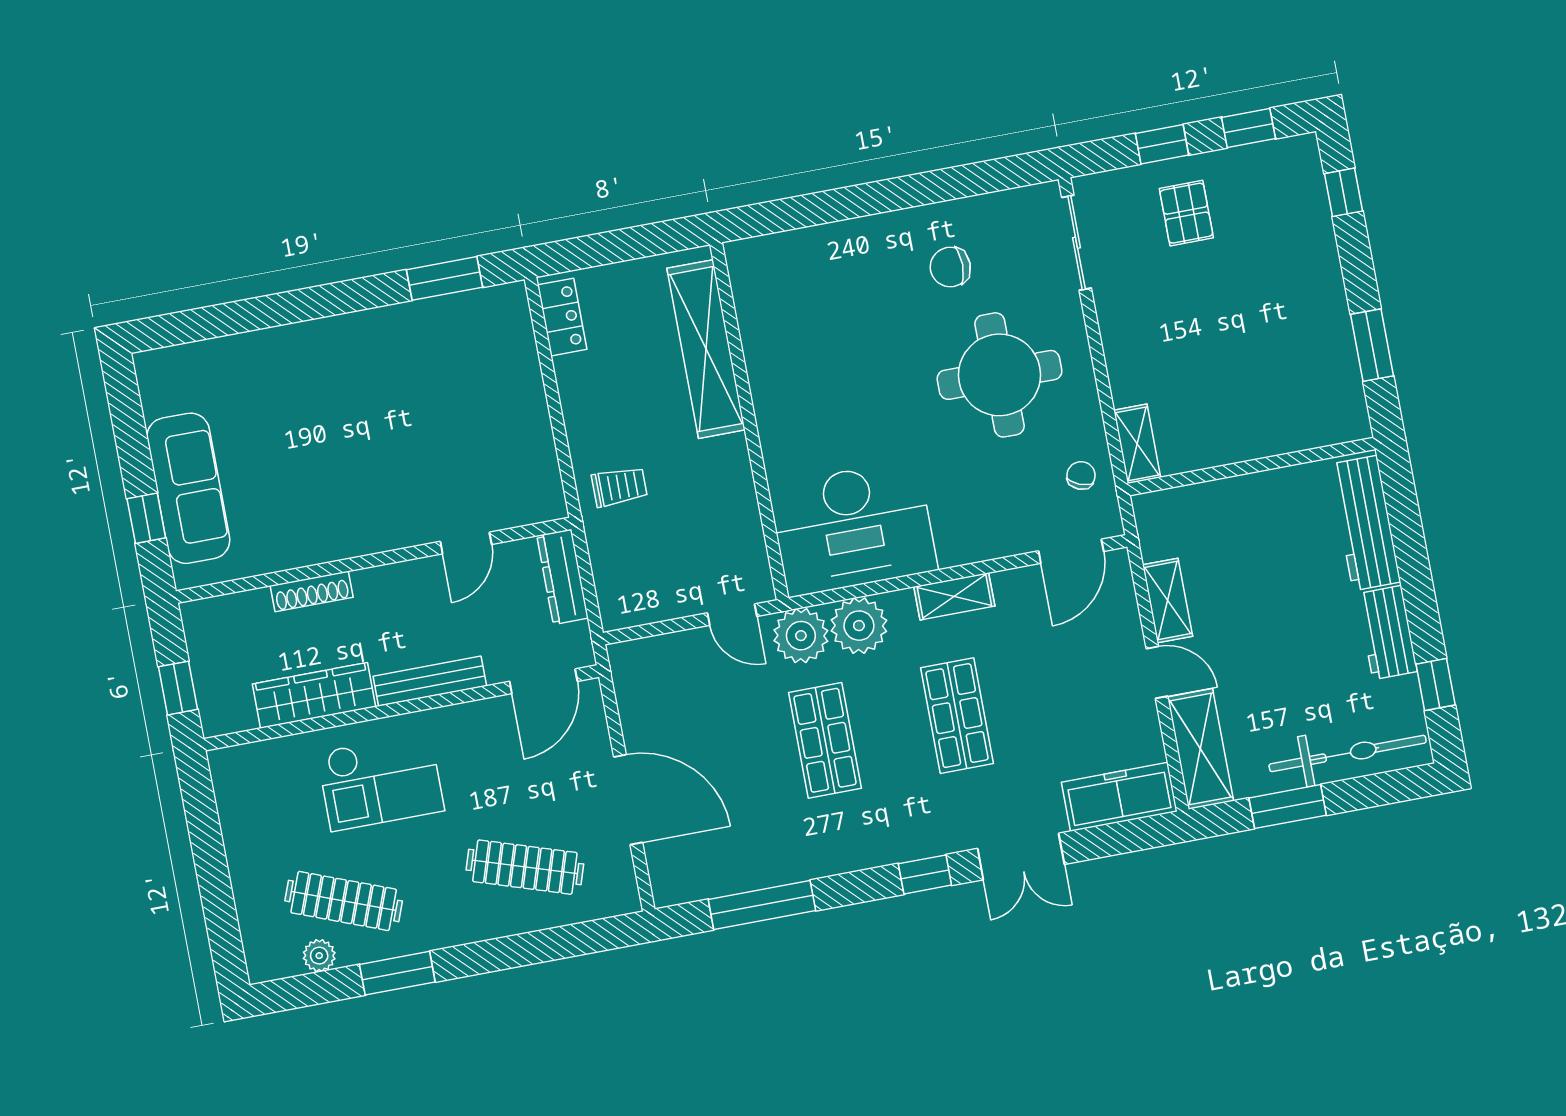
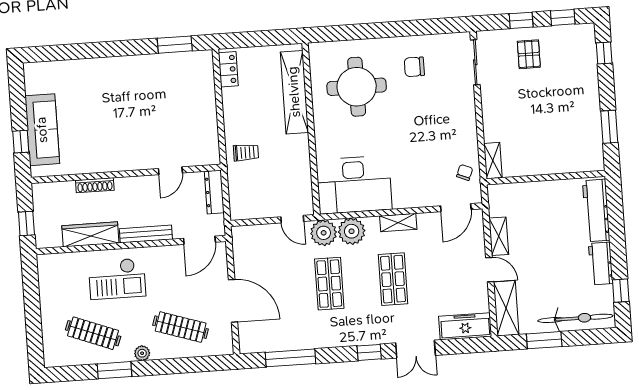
round table: (999, 375) -> (357, 87), moved
plant: (319, 956) -> (142, 353), moved

